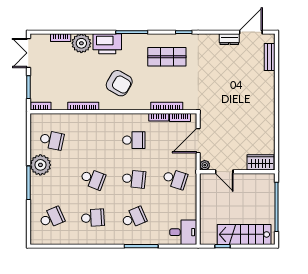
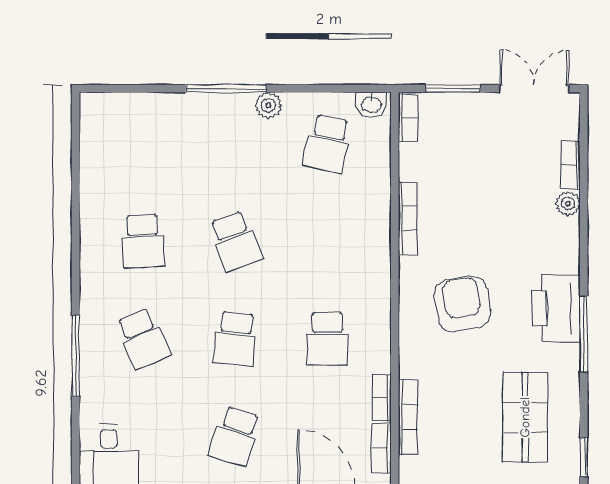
plant: (81, 43) -> (568, 204), width x0.53, depth x0.53
printer: (107, 44) -> (556, 308), moved
armchair: (119, 83) -> (462, 304), turned 141
washbasin: (35, 121) -> (371, 104), added
plant: (40, 165) -> (268, 105), width x0.53, depth x0.53
school desk: (93, 179) -> (235, 241), turned -42
school desk: (52, 218) -> (143, 144), removed

